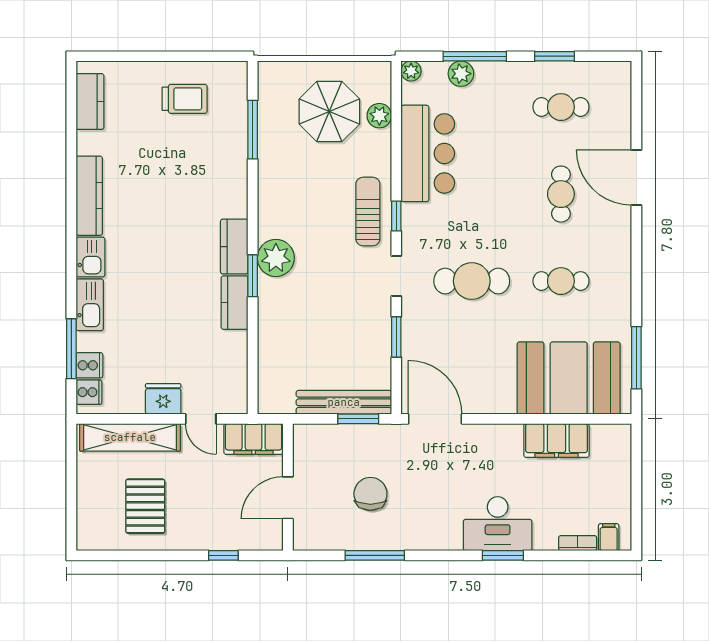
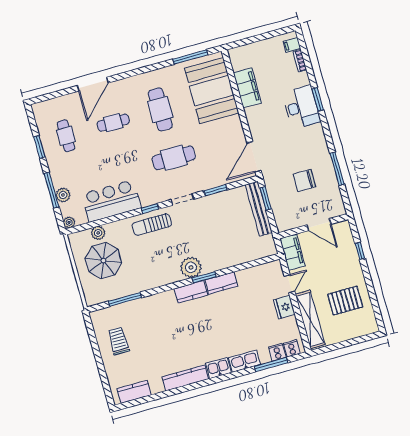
cafe table: (472, 281) -> (174, 158), turned 90
cafe table: (561, 281) -> (160, 109), width x1.37, depth x1.35

